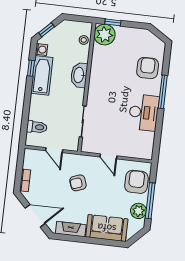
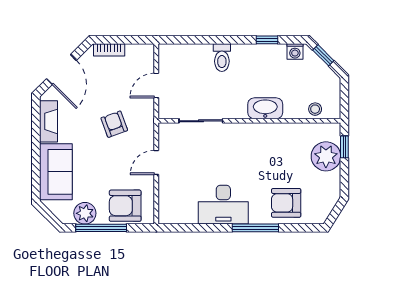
plant: (105, 35) -> (326, 156), moved
armchair: (148, 68) -> (286, 203), turned 180
bathtub: (42, 75) -> (259, 56), removed
toilet: (37, 127) -> (222, 58), moved
armchair: (136, 182) -> (125, 206), turned 180

